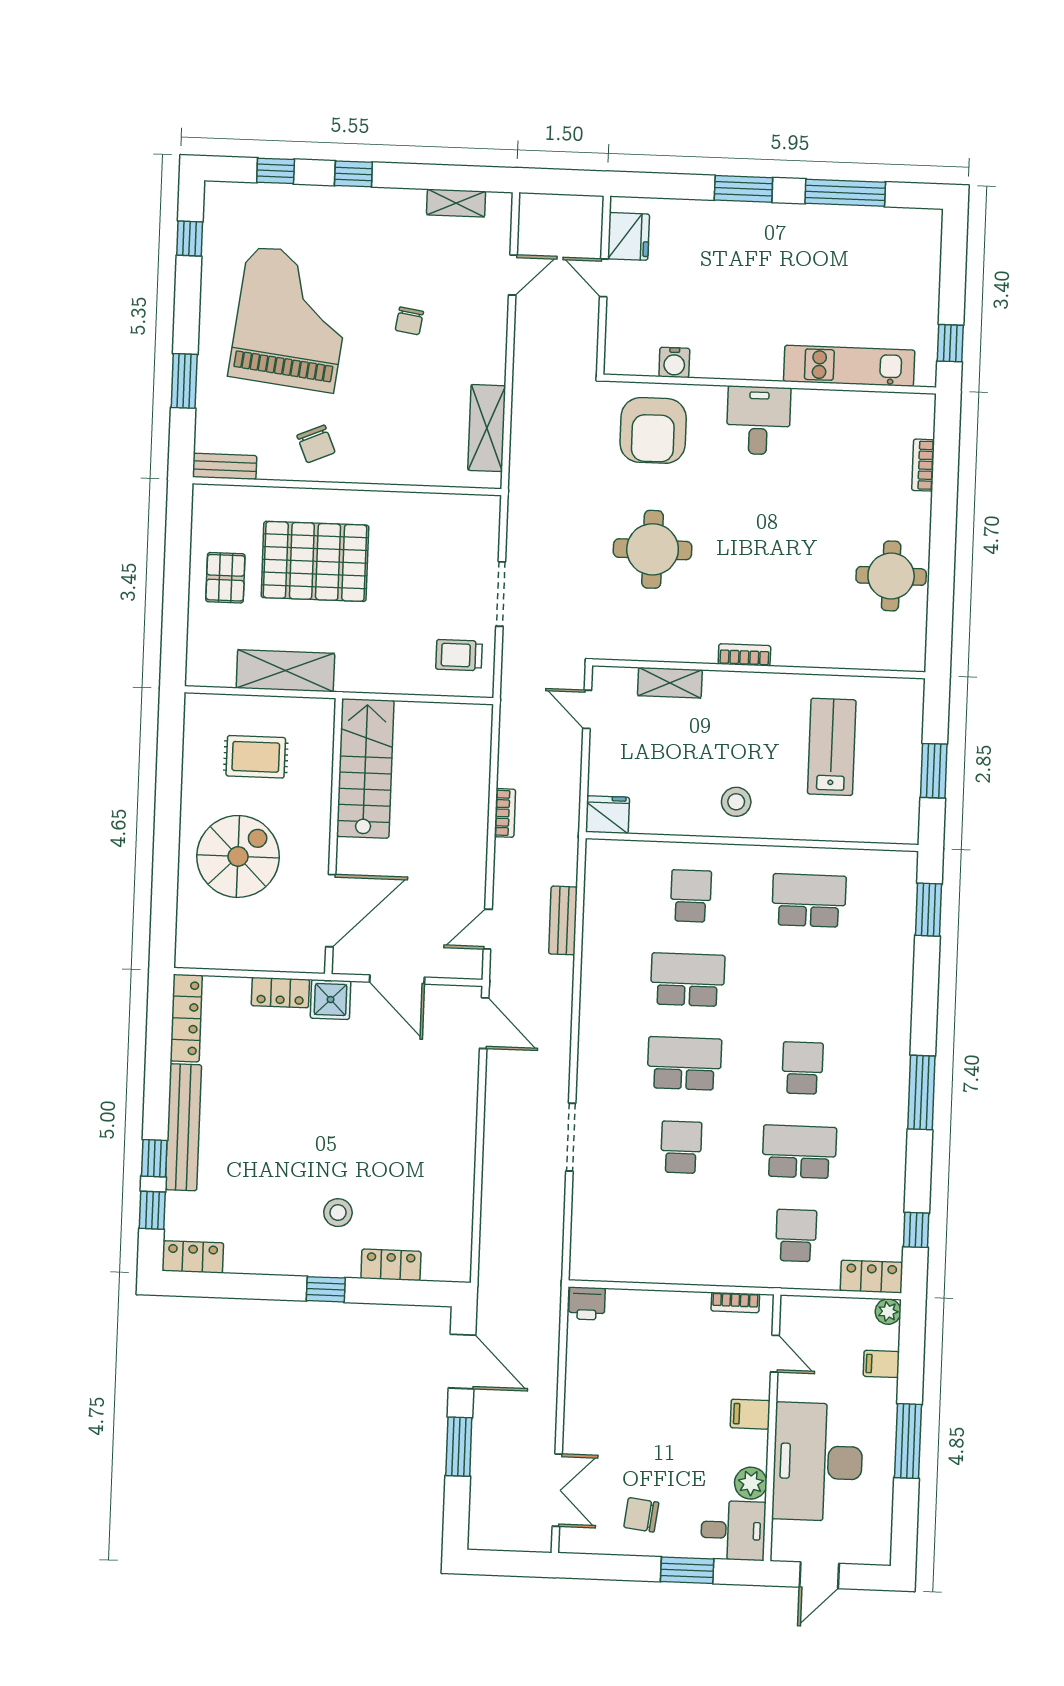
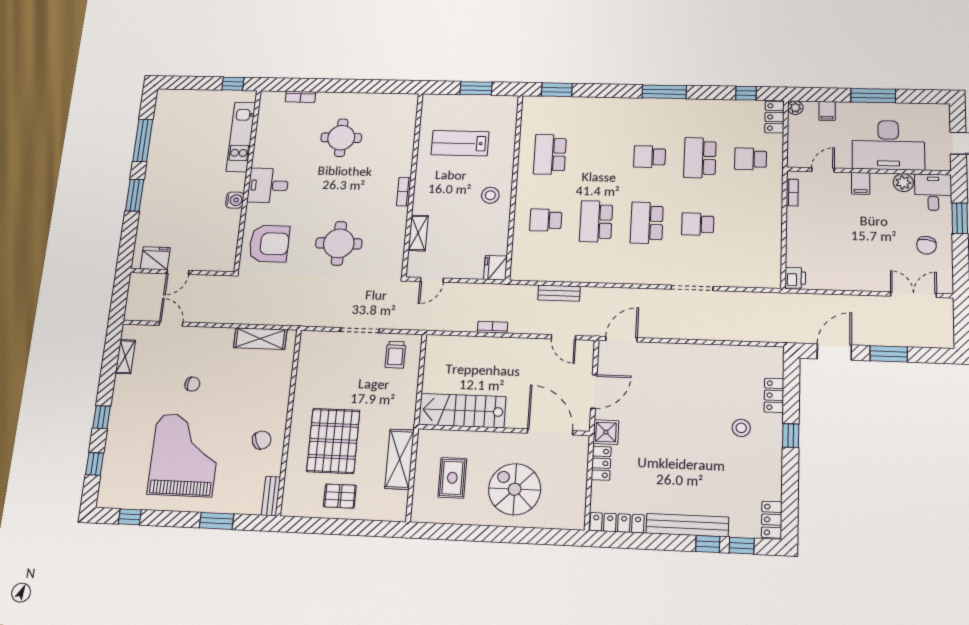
grand piano: (291, 319) -> (185, 455), turned 83
water cooler: (674, 362) -> (235, 200), moved
round table: (891, 576) -> (341, 138), moved

